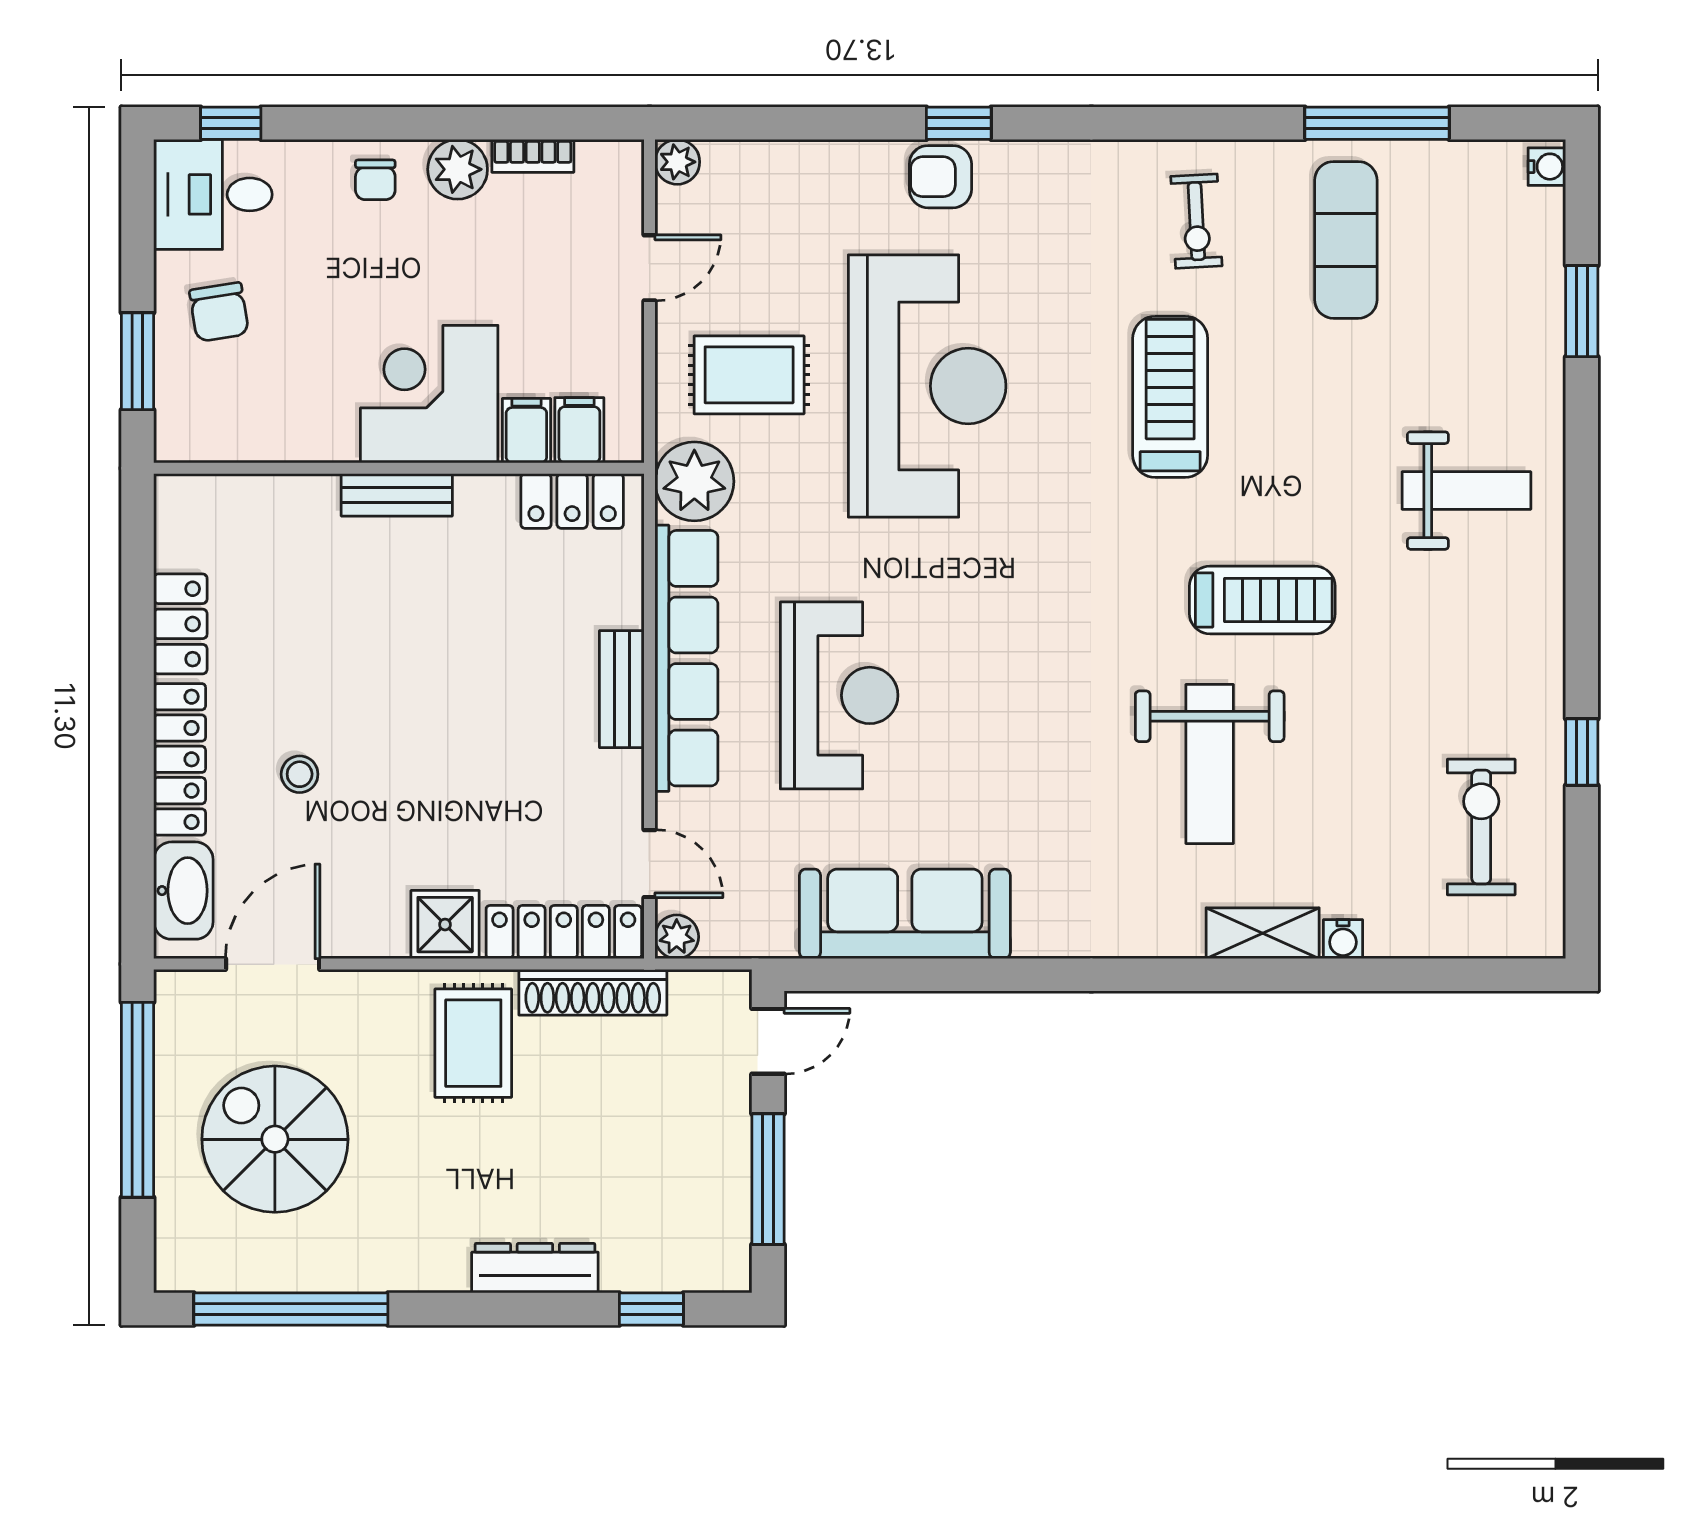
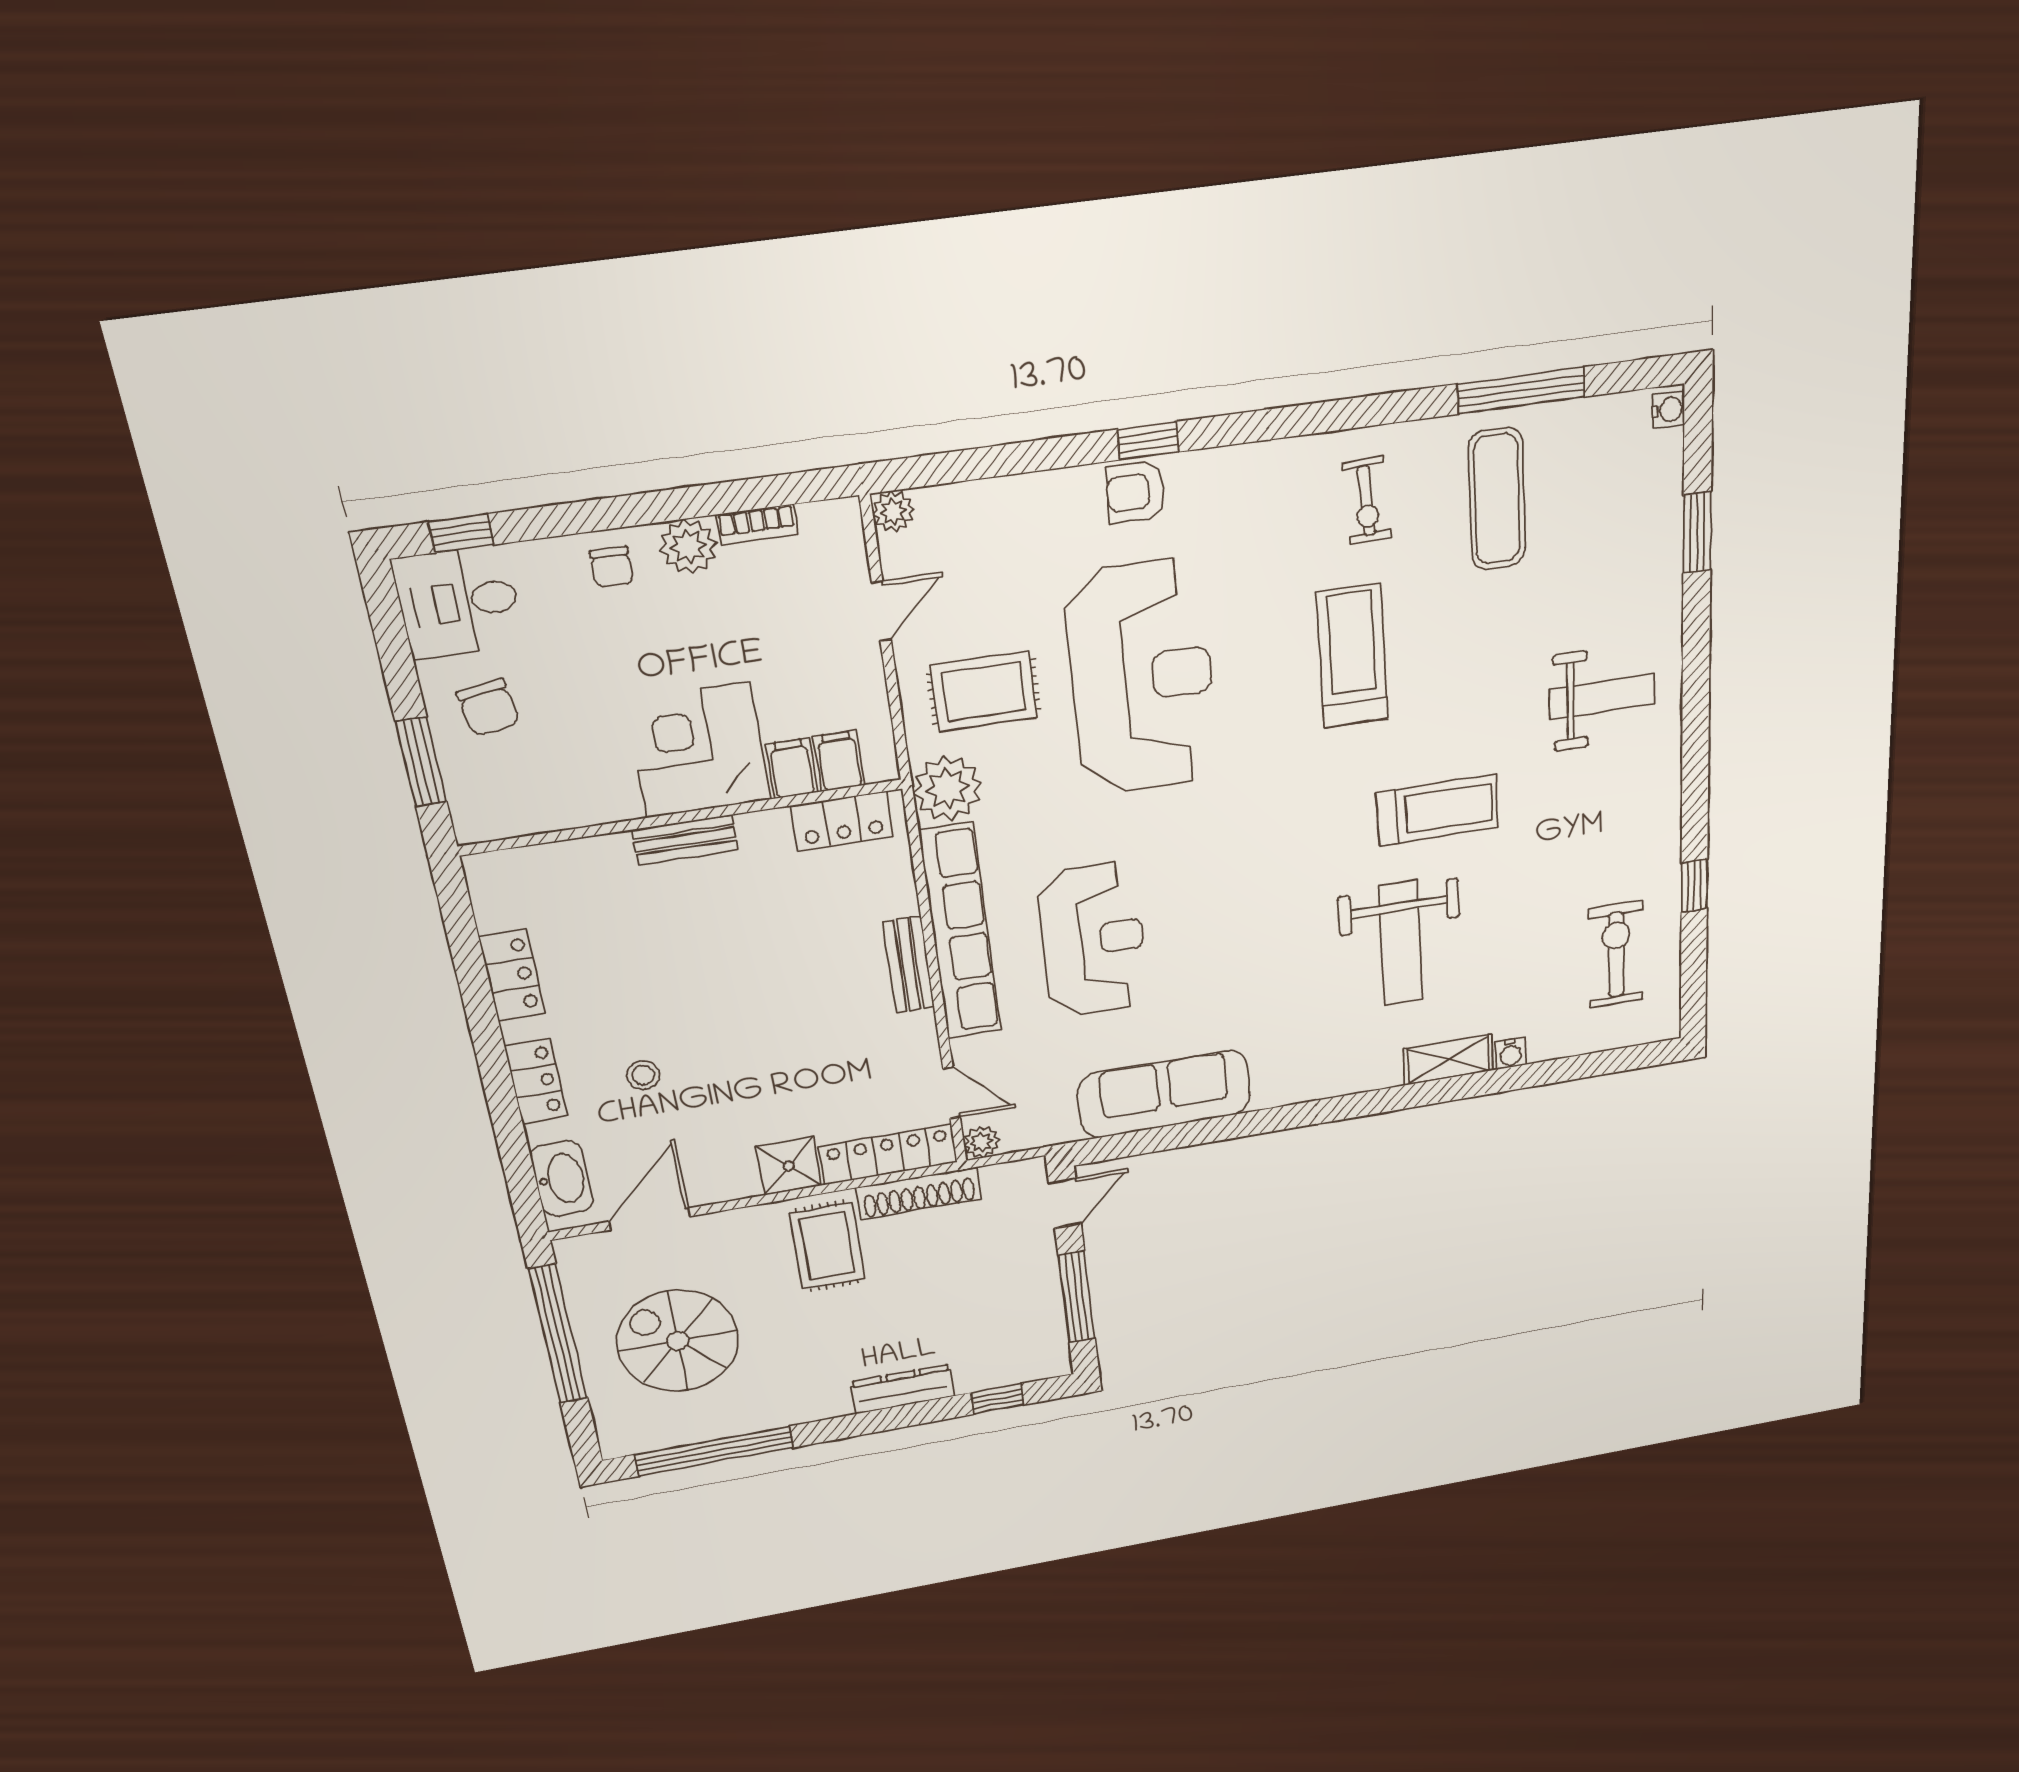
locker: (180, 759) -> (536, 1081), width x0.66

